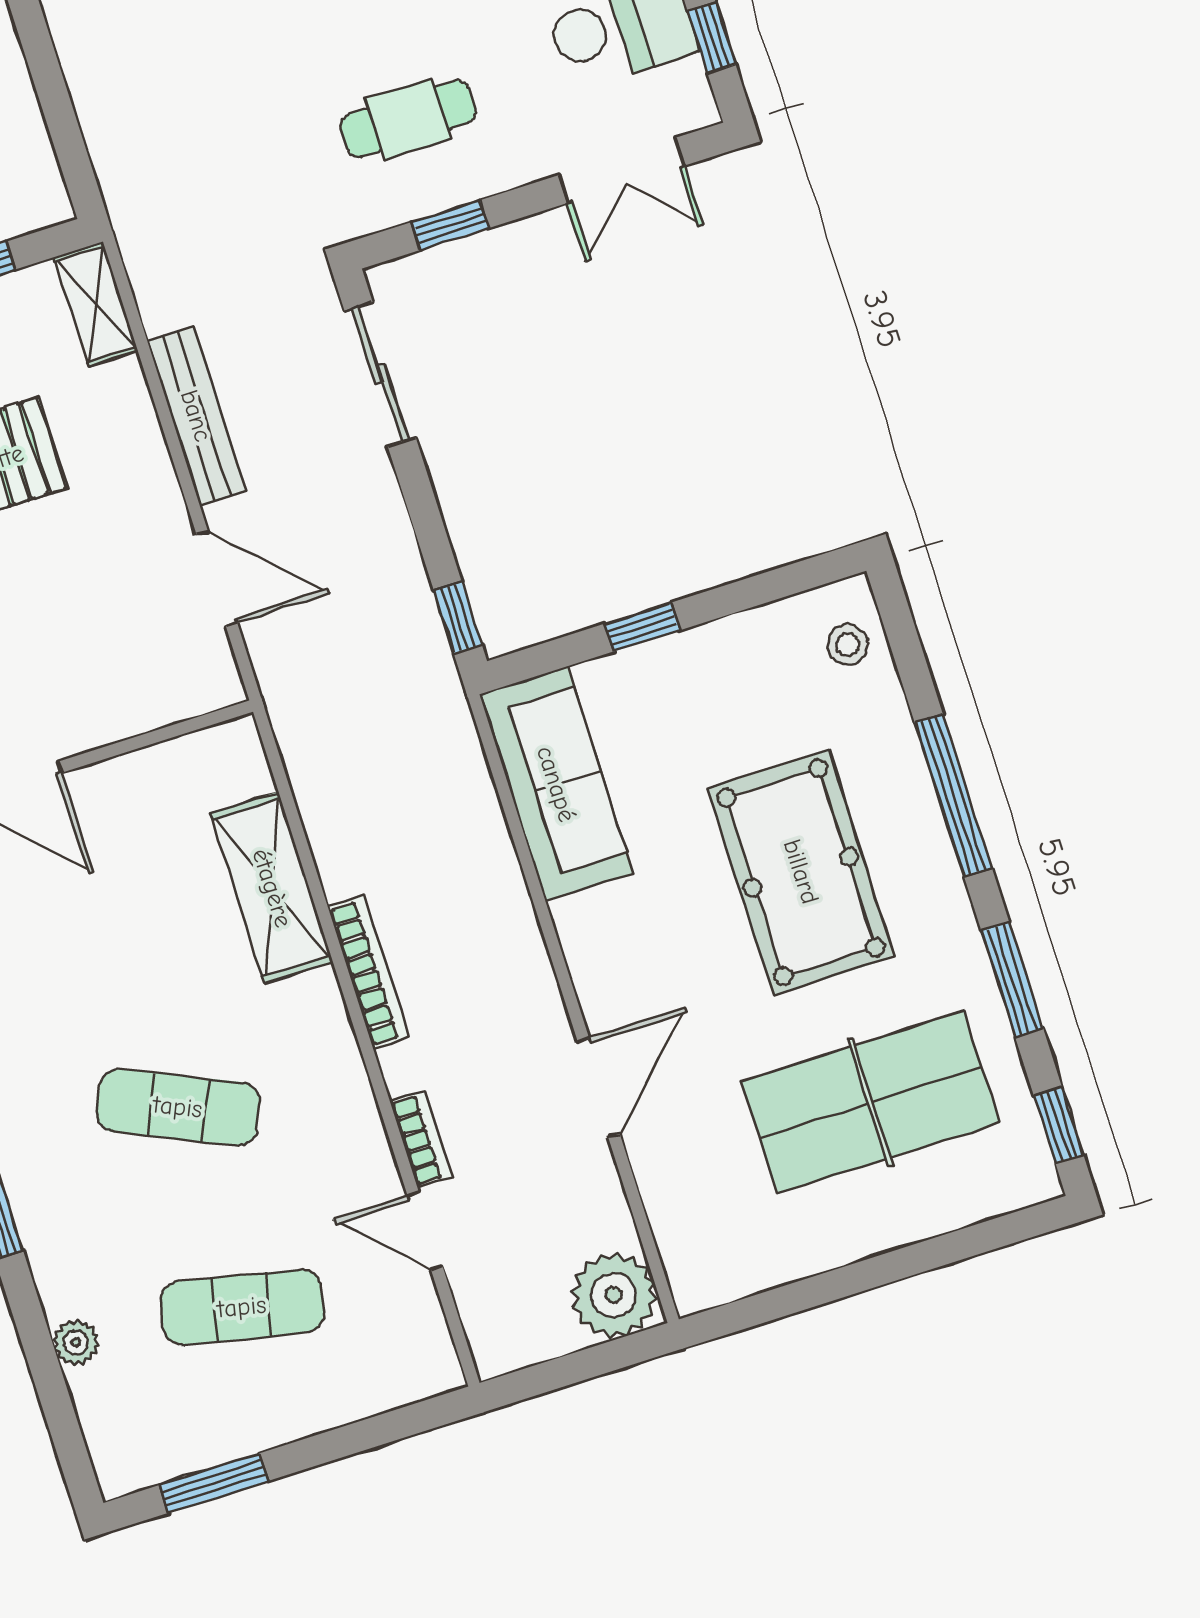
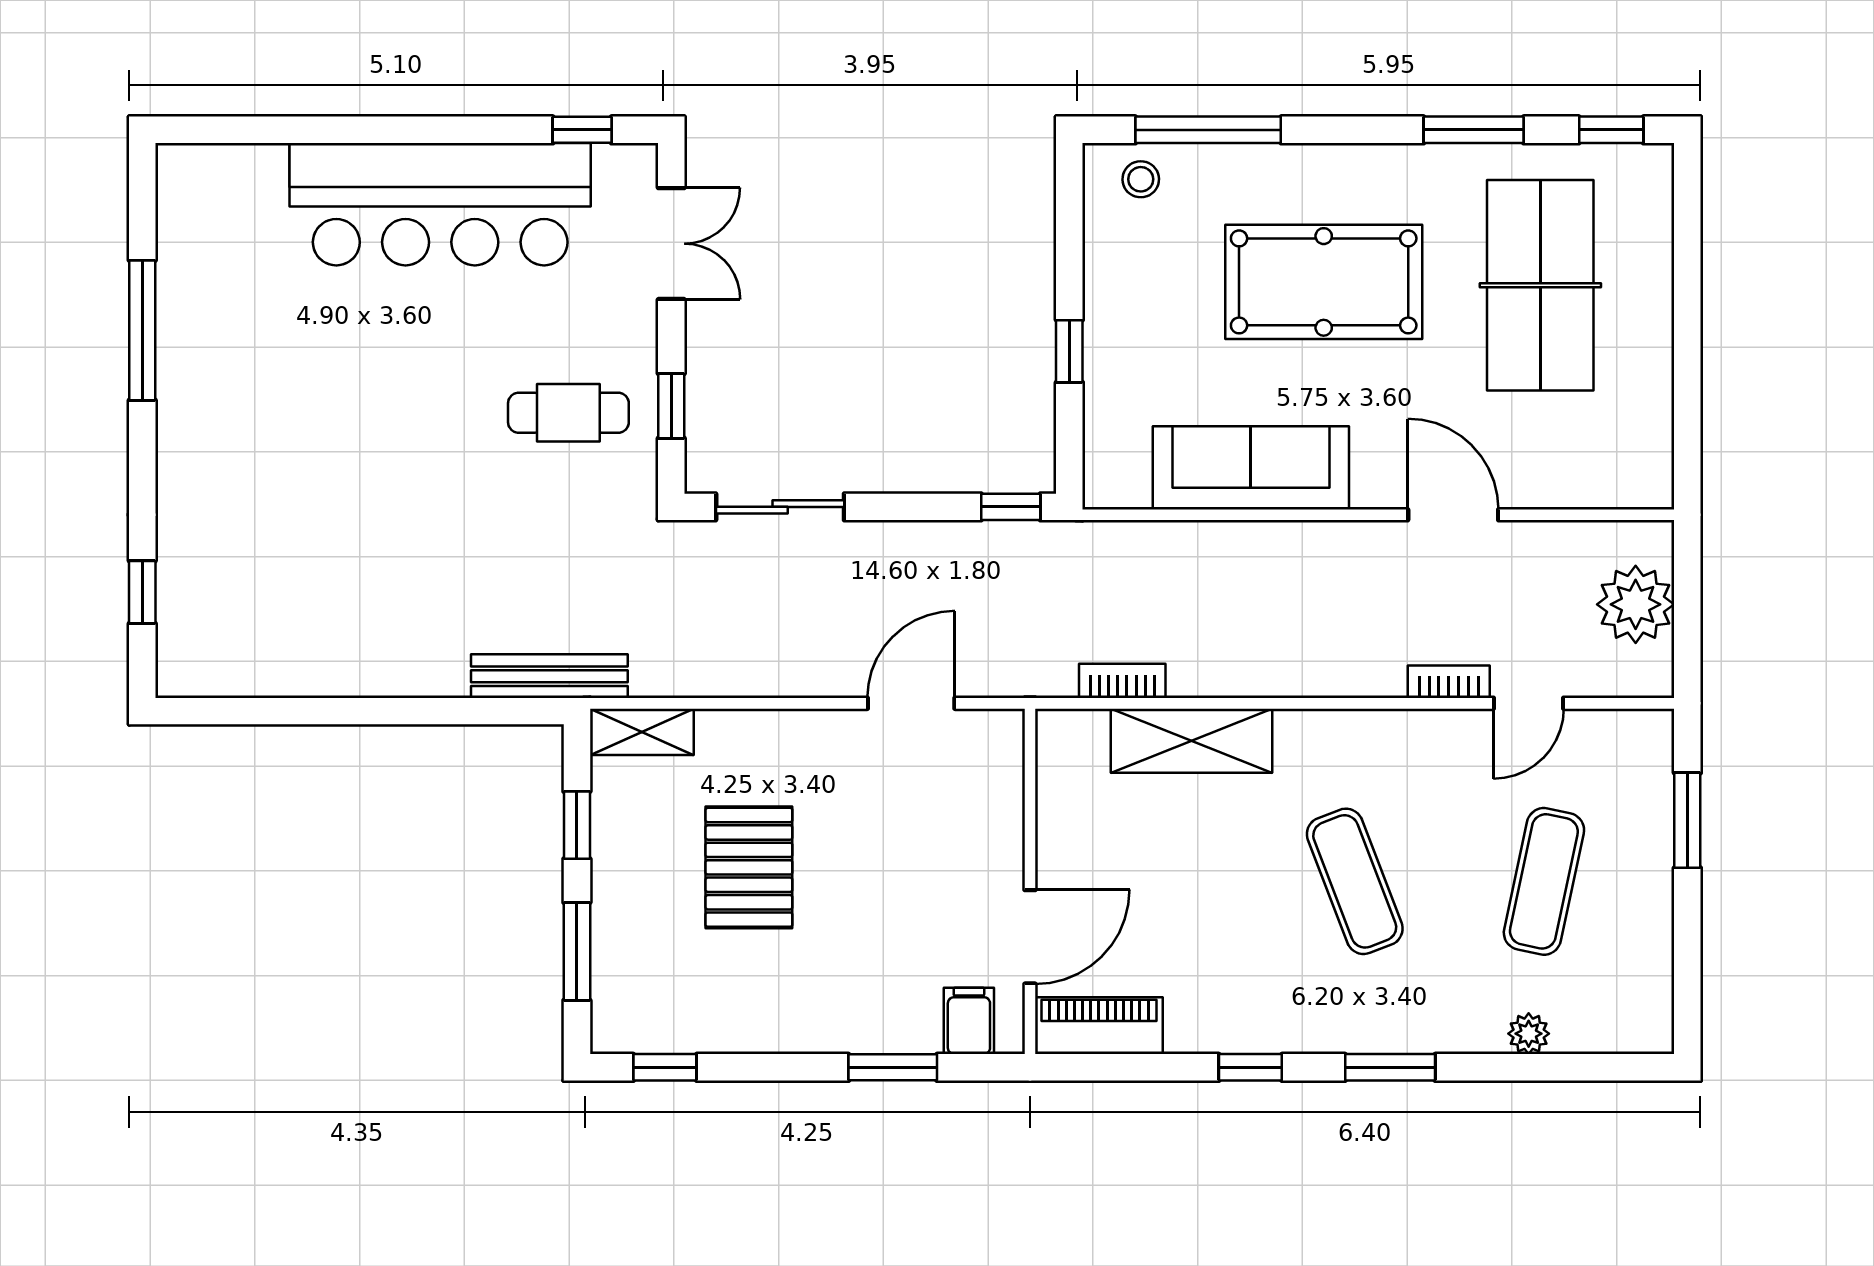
cafe table: (408, 119) -> (568, 413), turned 90
bench: (196, 416) -> (549, 676), moved
sofa: (556, 784) -> (1251, 468), moved
window: (953, 795) -> (1208, 130), moved
bookcase: (368, 972) -> (1122, 681), moved, width x0.64
exercise mat: (178, 1107) -> (1355, 881), turned -45
plant: (614, 1295) -> (1636, 604), moved
window: (214, 1483) -> (1687, 820), moved

